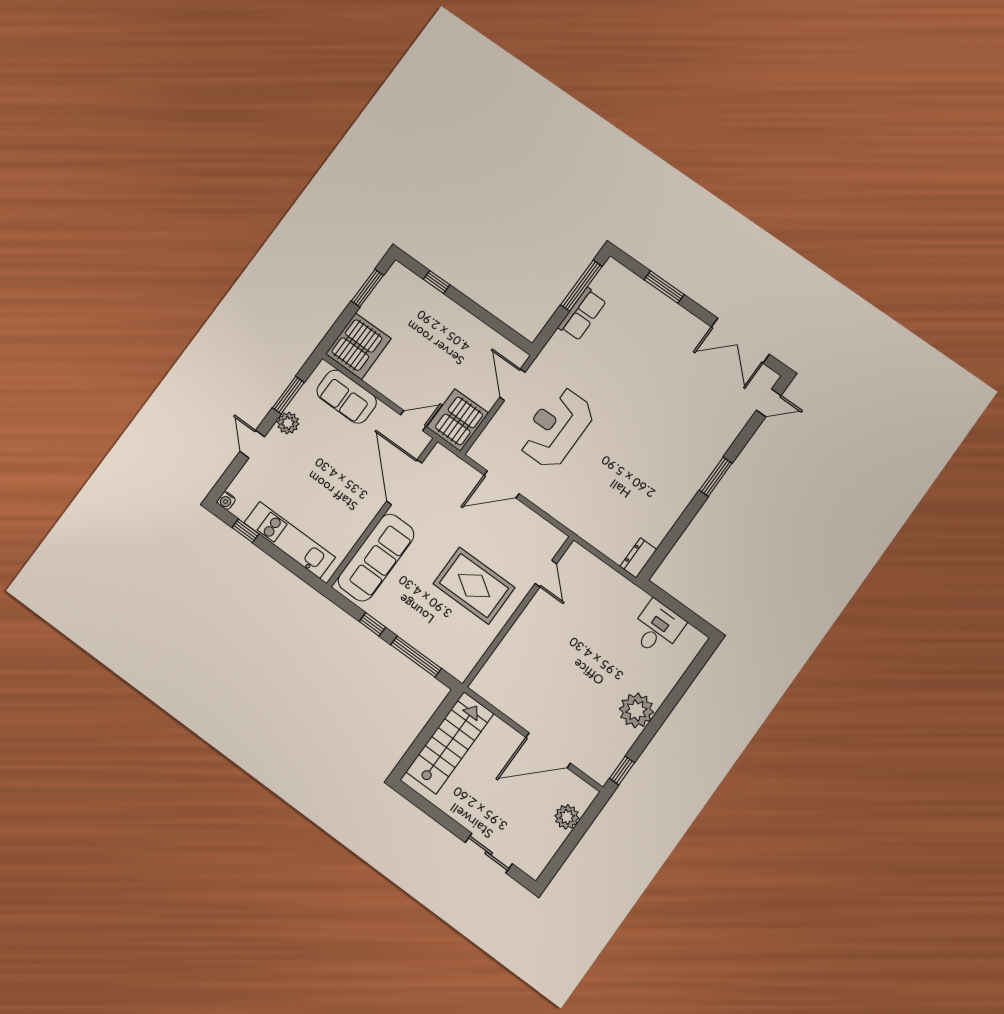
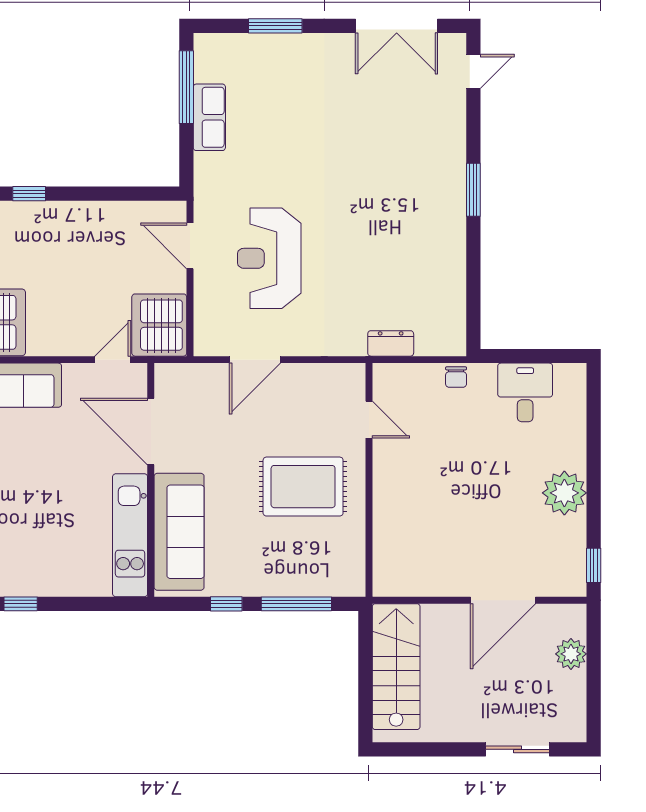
kitchen unit: (290, 540) -> (130, 535), moved, turned -90
dresser: (638, 558) -> (391, 343), moved, turned 90
chair: (620, 587) -> (456, 377), added

